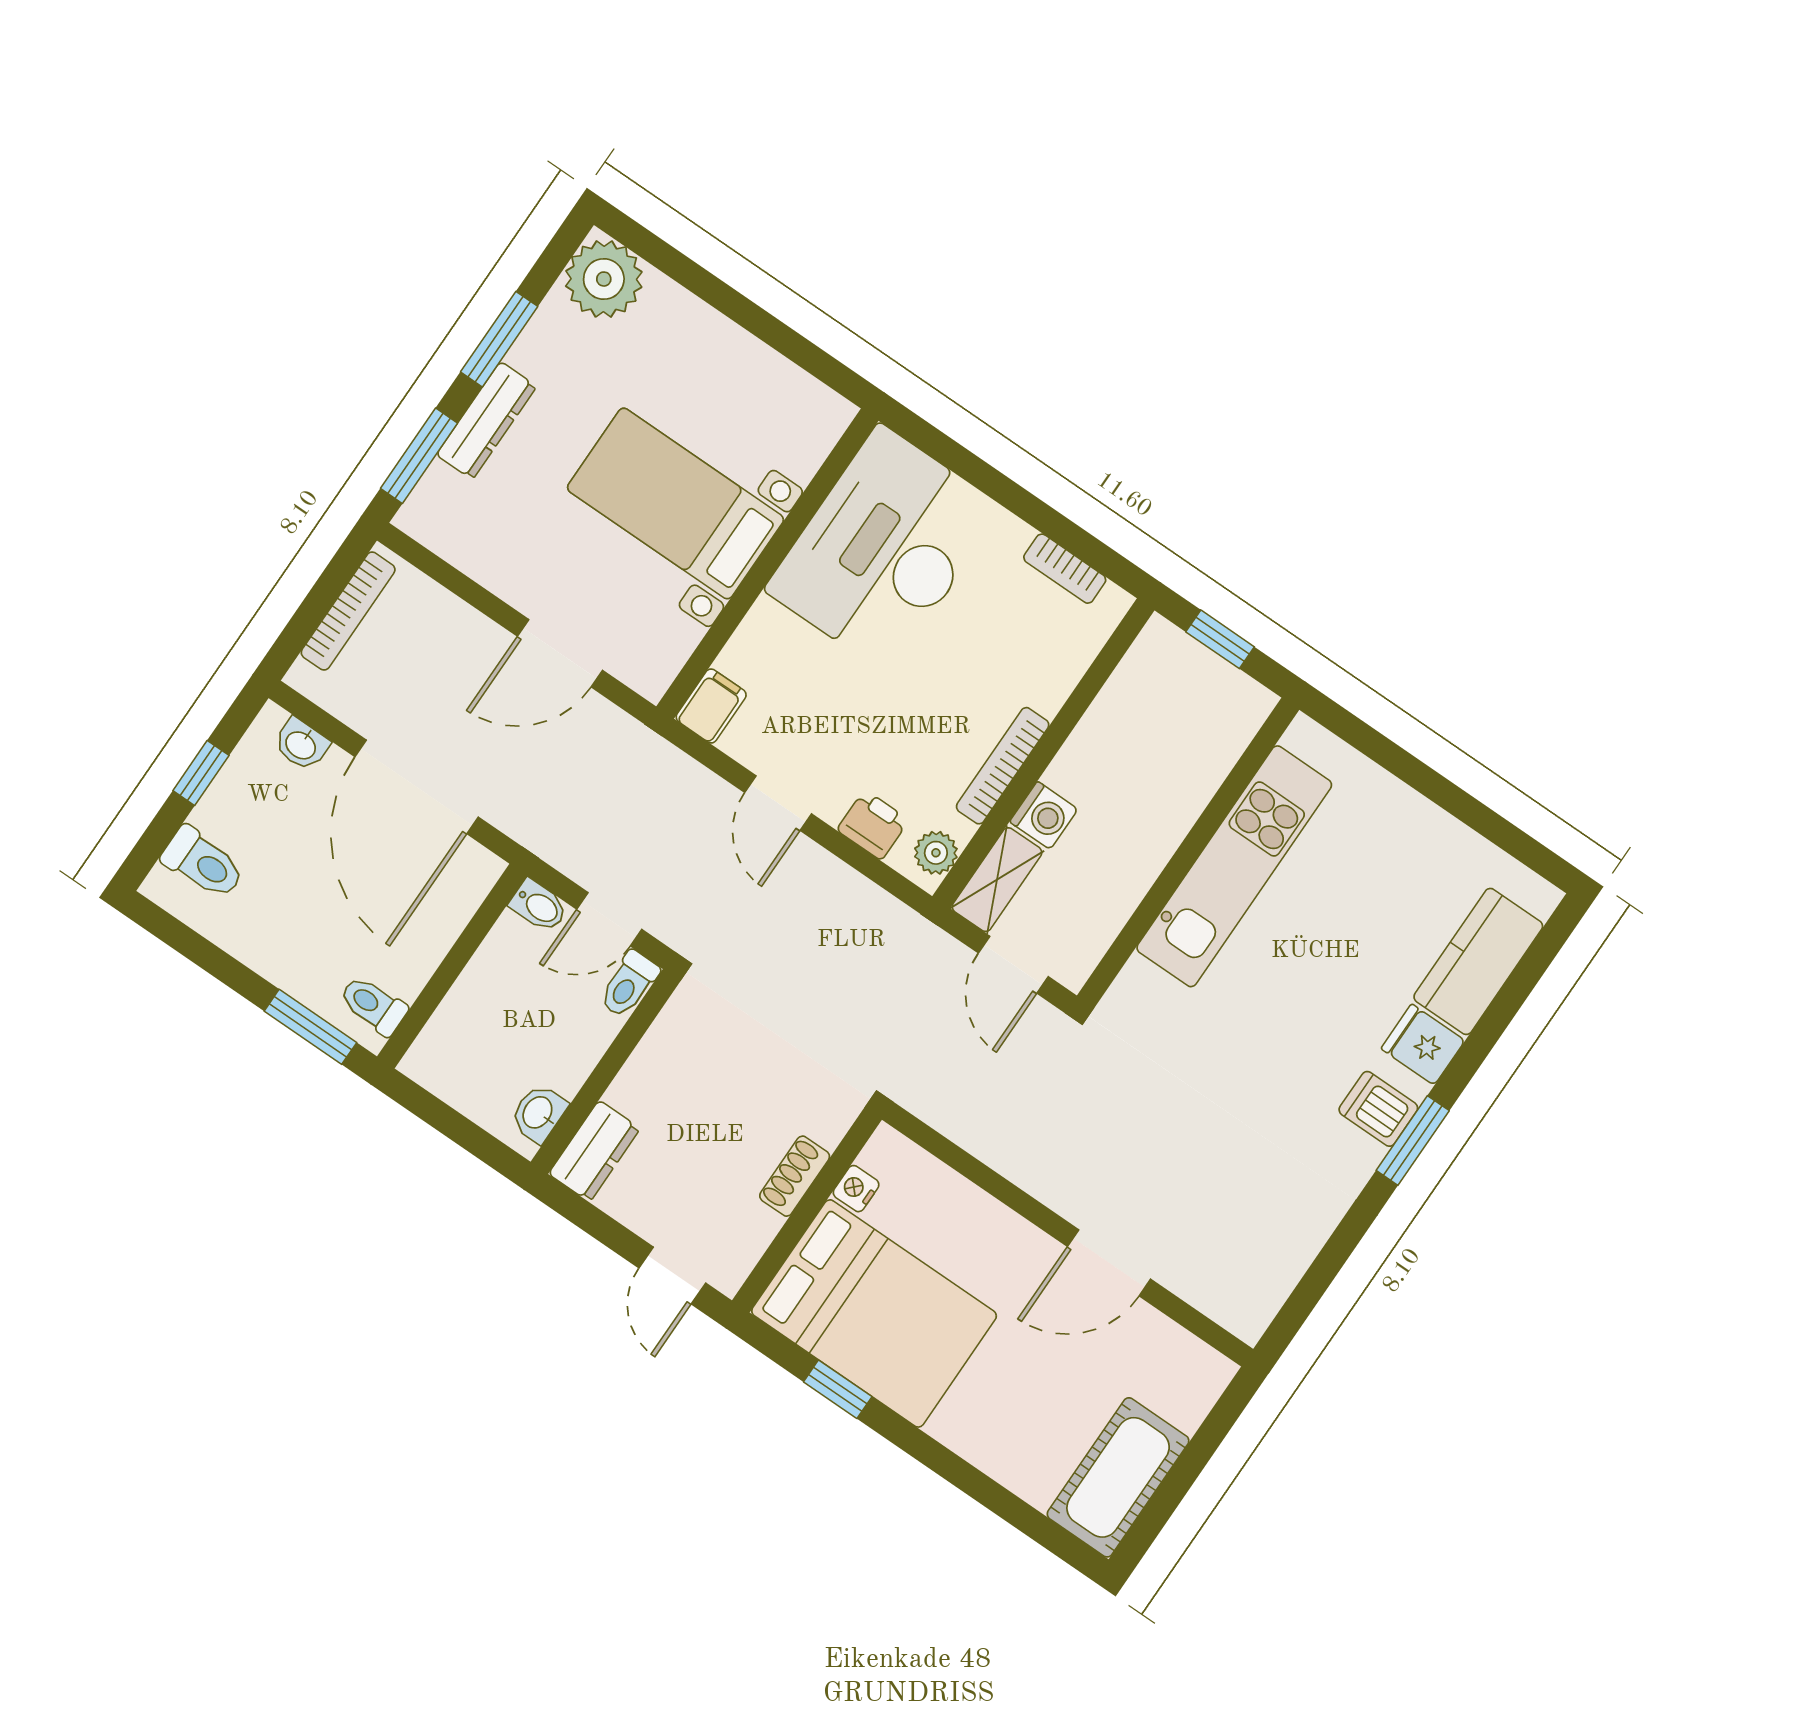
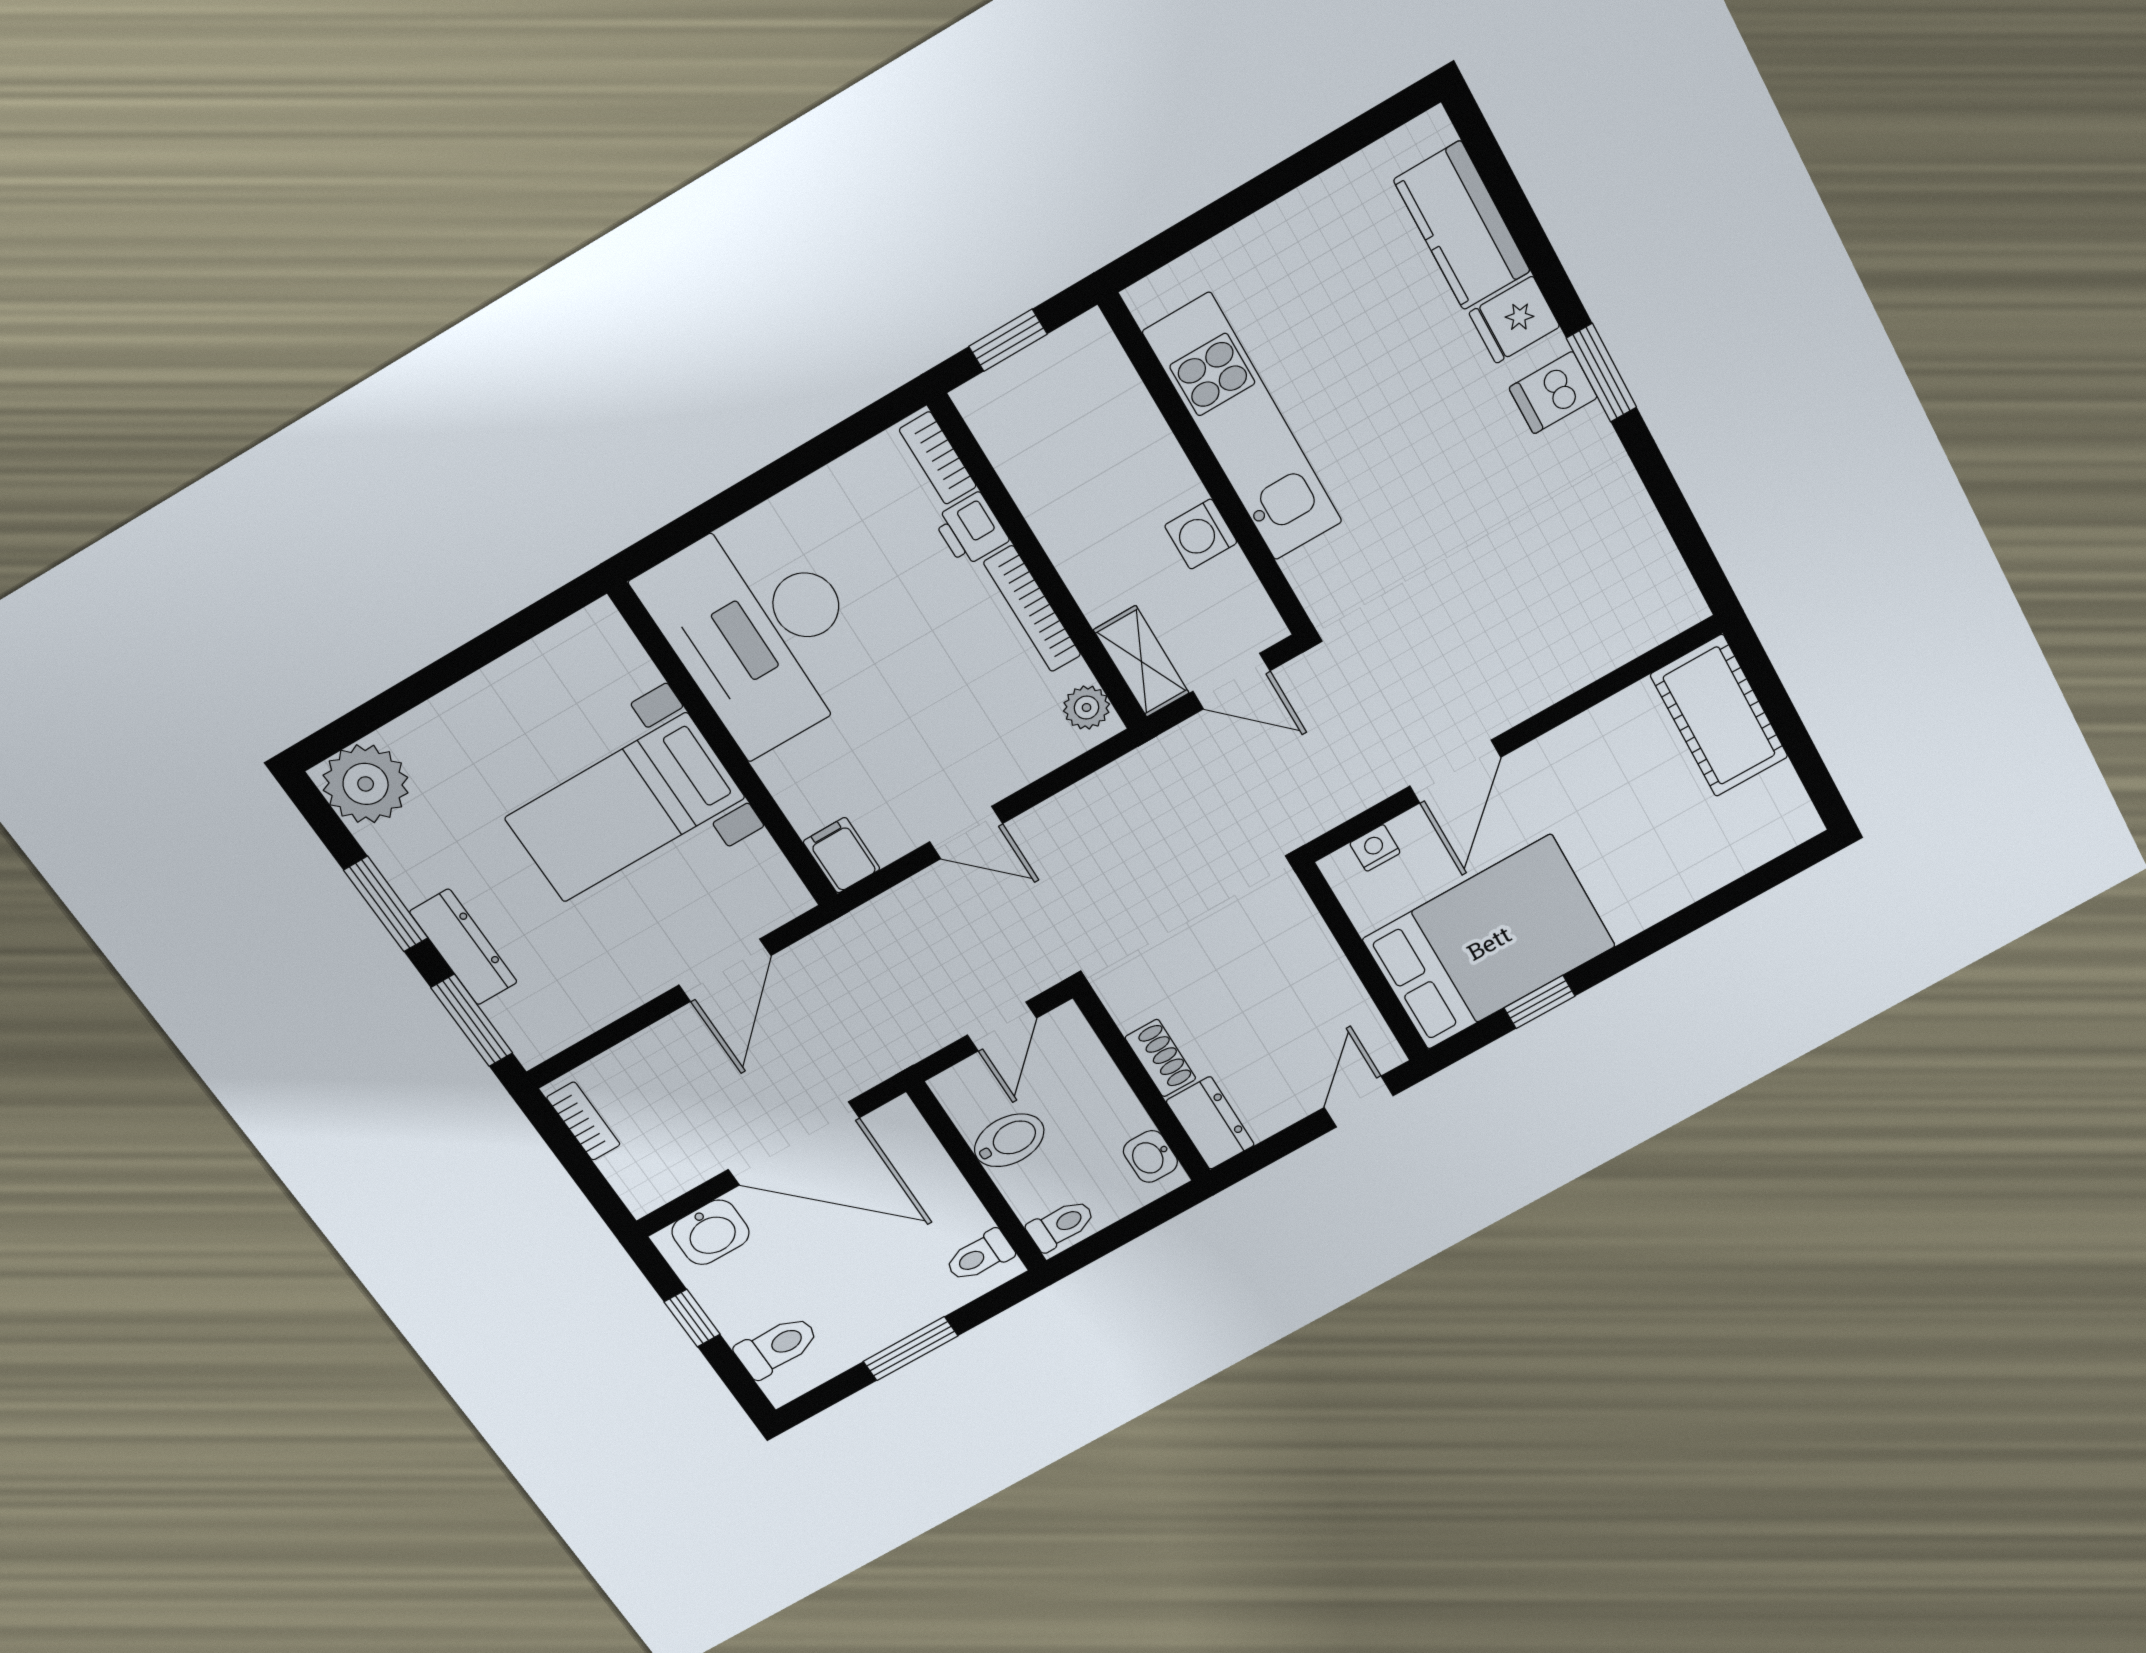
bookcase: (1065, 569) -> (938, 458), moved, turned 90
bookcase: (348, 611) -> (583, 1121), width x0.64
washbasin: (301, 744) -> (711, 1232), width x1.38, depth x1.45
washing machine: (1044, 815) -> (1201, 534), moved, turned 180
printer: (873, 825) -> (971, 530), moved, turned -90
bidet: (539, 906) -> (1009, 1140), moved, width x1.38, depth x1.36
toilet: (629, 984) -> (1061, 1225), moved, turned -90
window: (310, 1027) -> (911, 1349), moved
shoe rack: (795, 1176) -> (1160, 1058), moved, turned 180
nightstand: (856, 1189) -> (1375, 848), moved, turned 90
door: (1109, 1263) -> (1455, 772), moved
door: (672, 1275) -> (1359, 1102), swing flipped
cot: (1118, 1477) -> (1719, 716), moved

